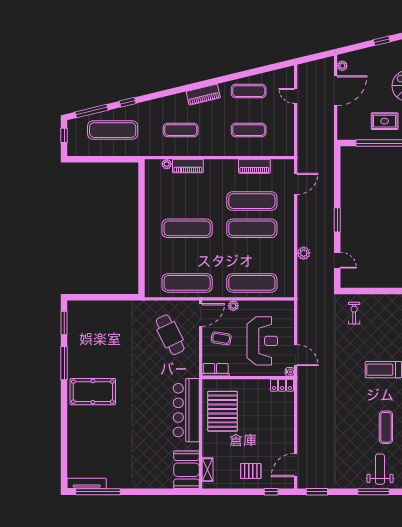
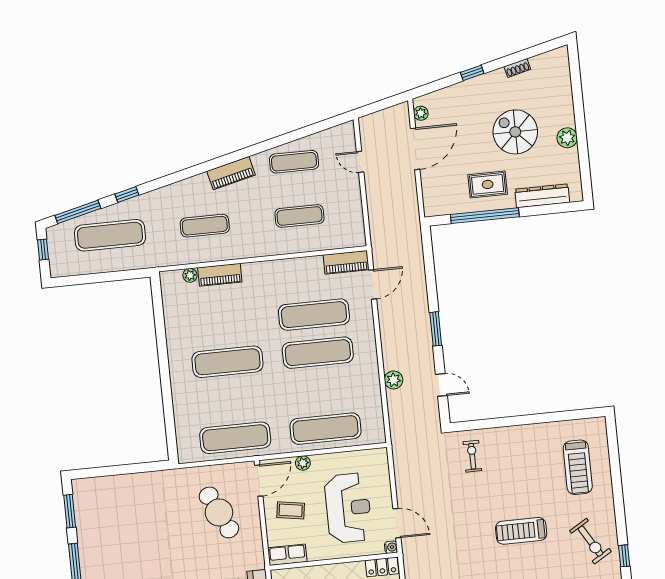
piano: (254, 166) -> (346, 262), moved

